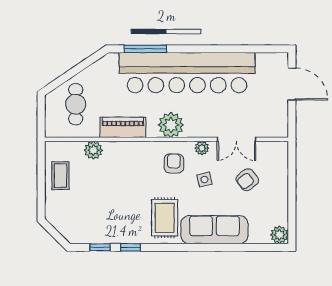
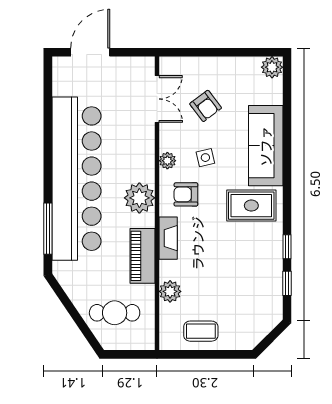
double door: (236, 139) -> (157, 99), moved
fireplace: (138, 149) -> (168, 238), added

